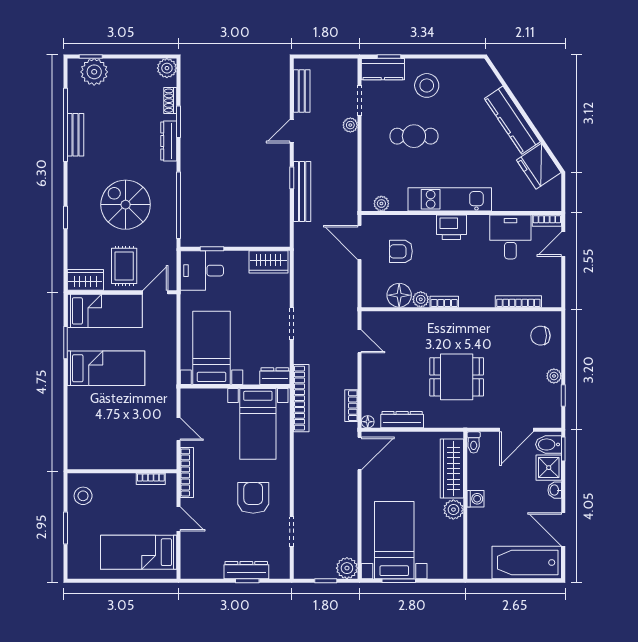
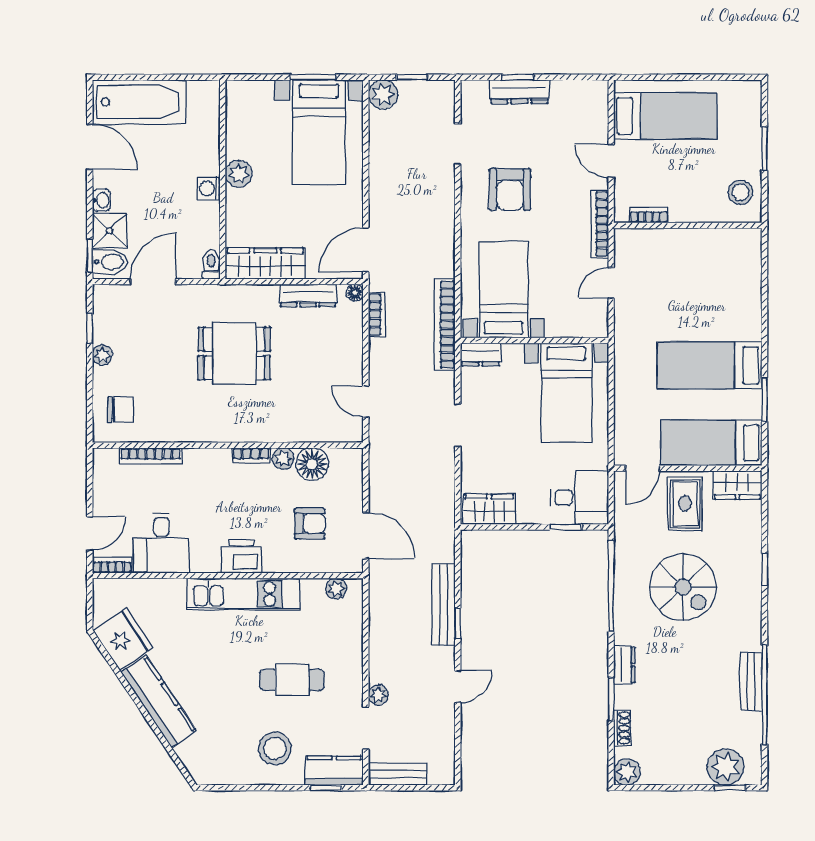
bench: (302, 91) -> (397, 774), moved, turned 90
dresser: (169, 141) -> (624, 665), width x0.70
door: (179, 429) -> (611, 283), hinge flipped
wardrobe: (452, 469) -> (265, 264), moved, turned -90

